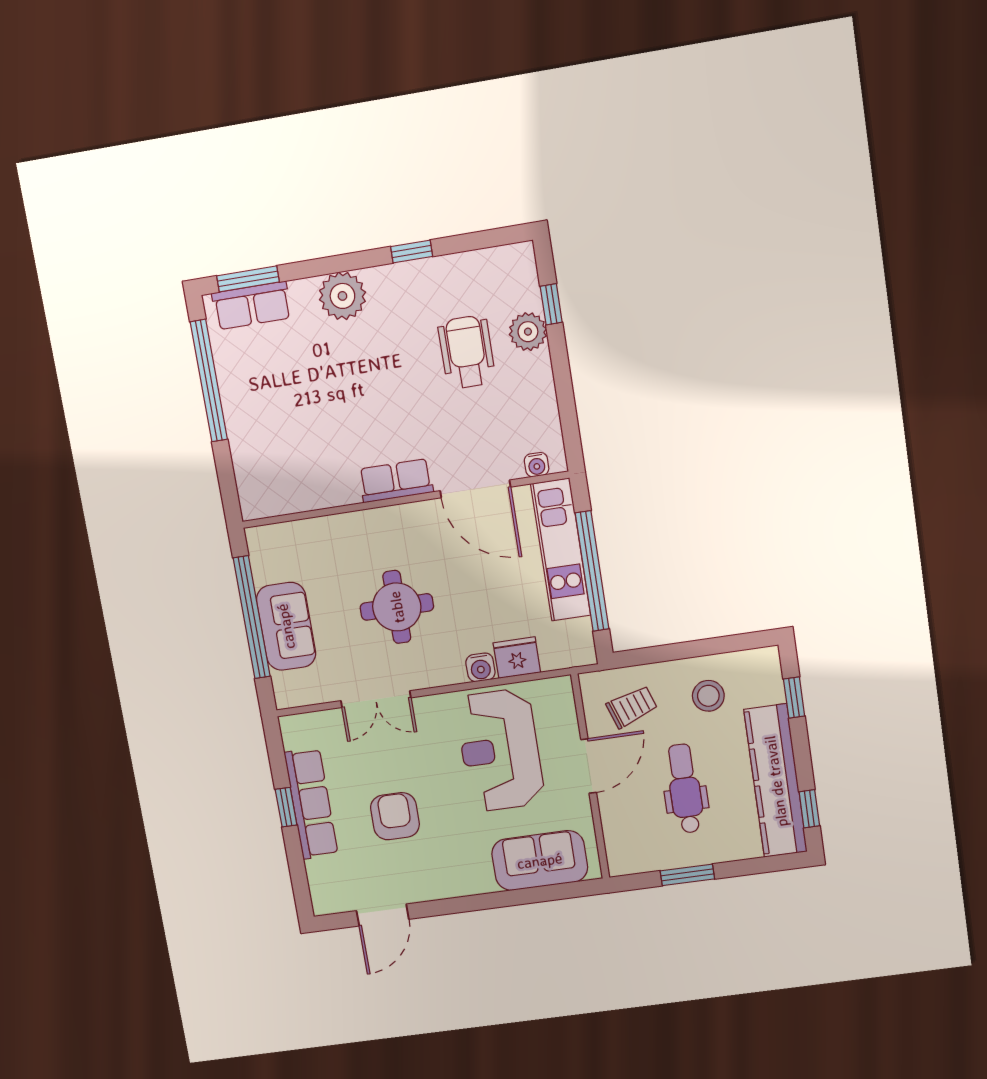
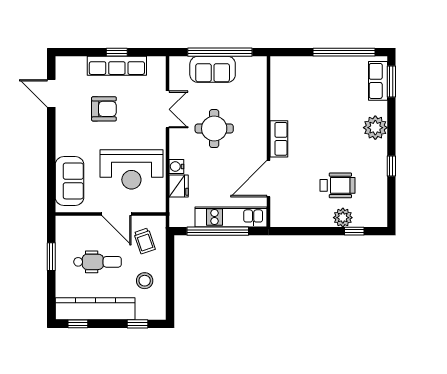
water cooler: (537, 465) -> (276, 211), removed
double door: (376, 699) -> (168, 109), swing flipped
reception desk: (500, 750) -> (131, 169), turned 180

